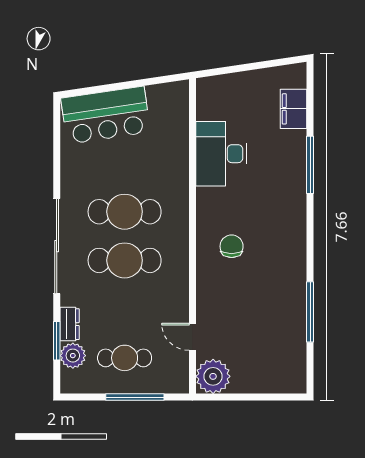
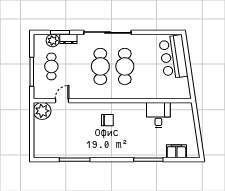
desk: (221, 154) -> (158, 115), width x0.73

